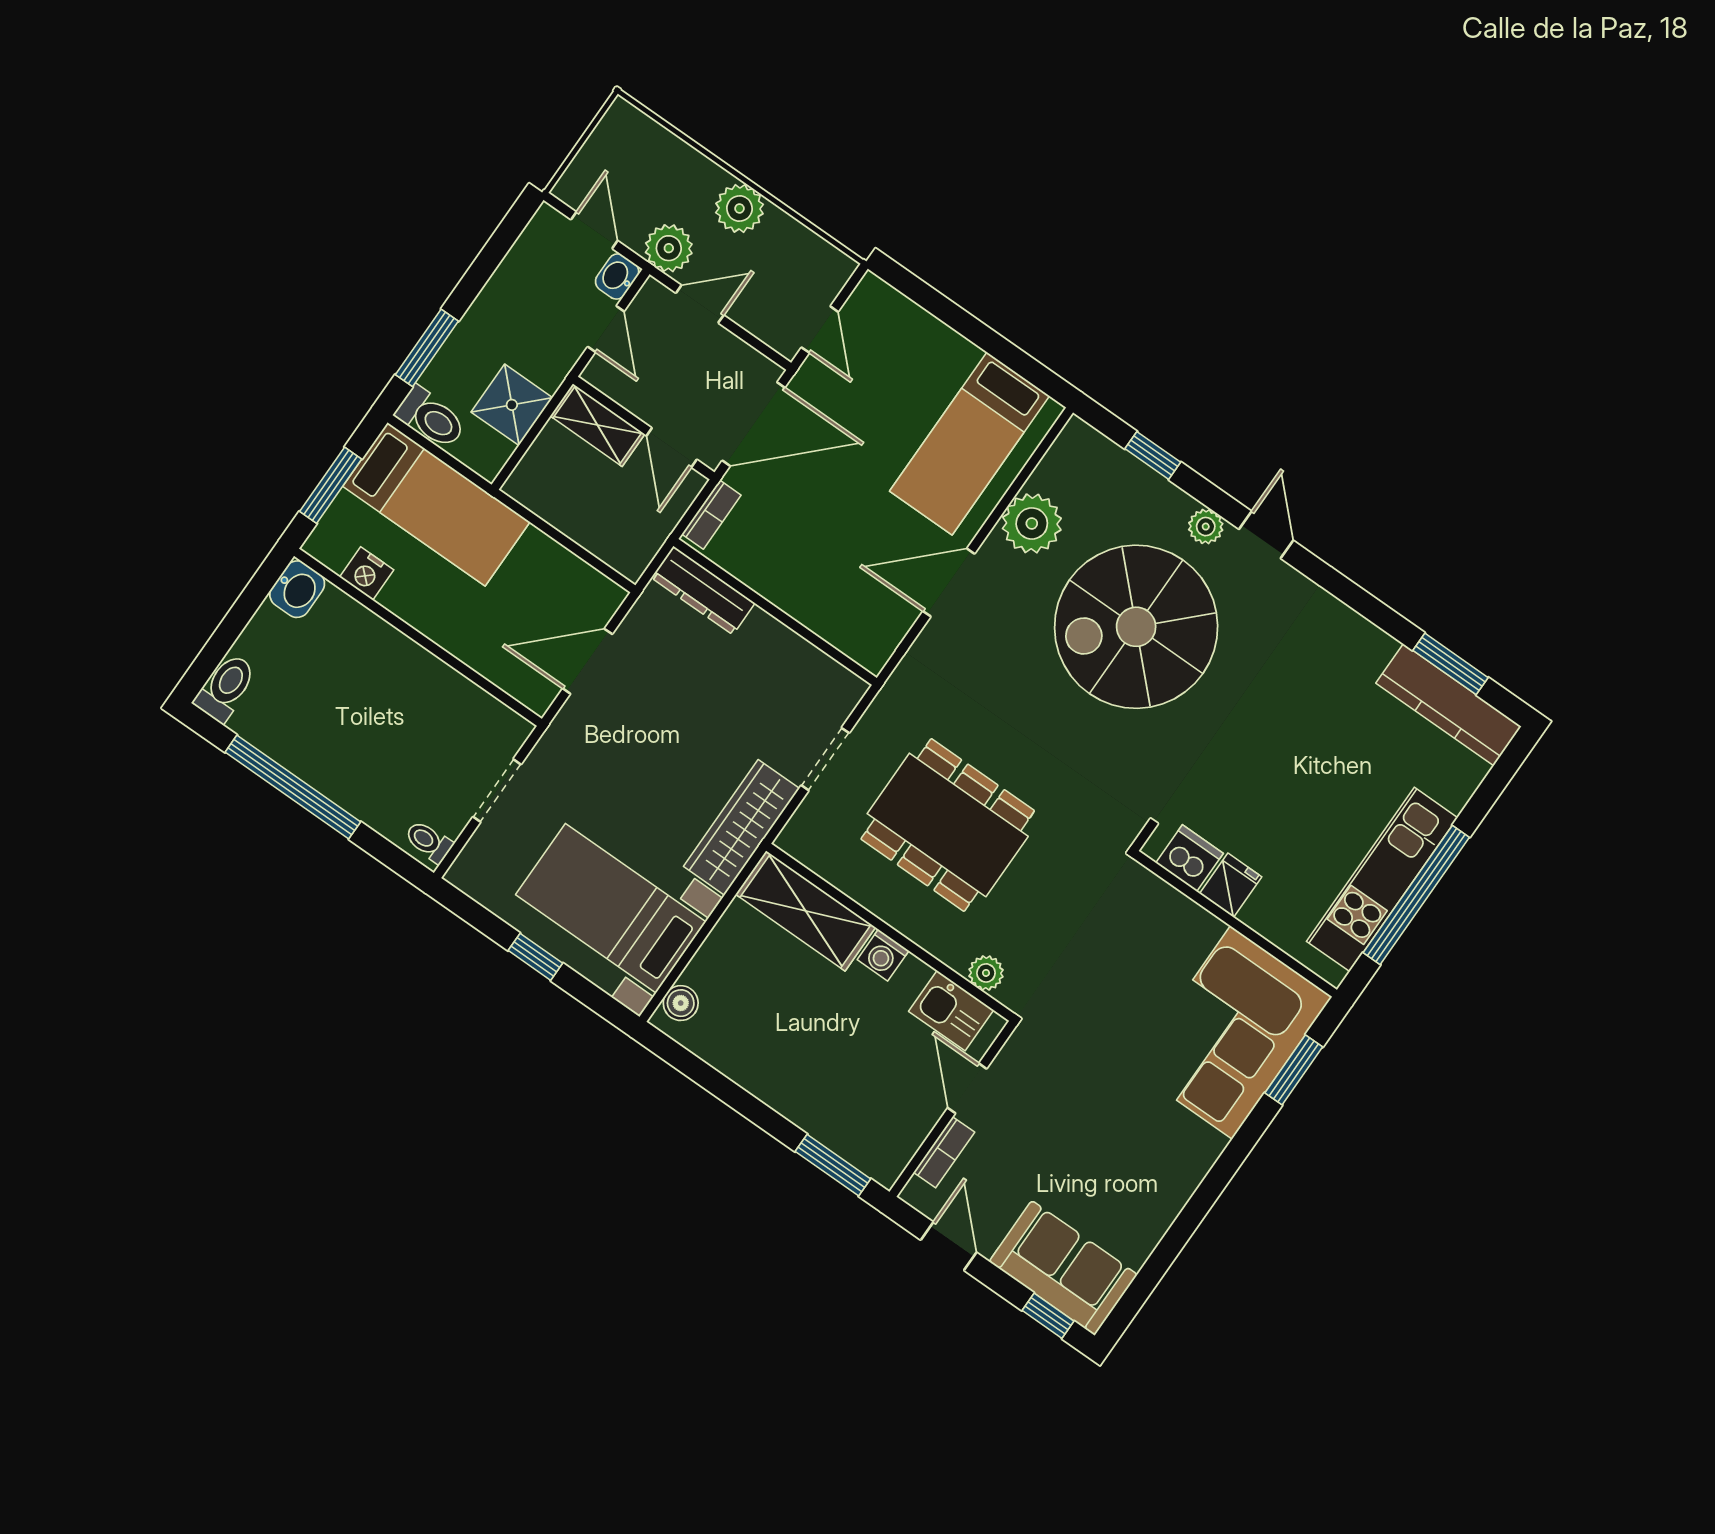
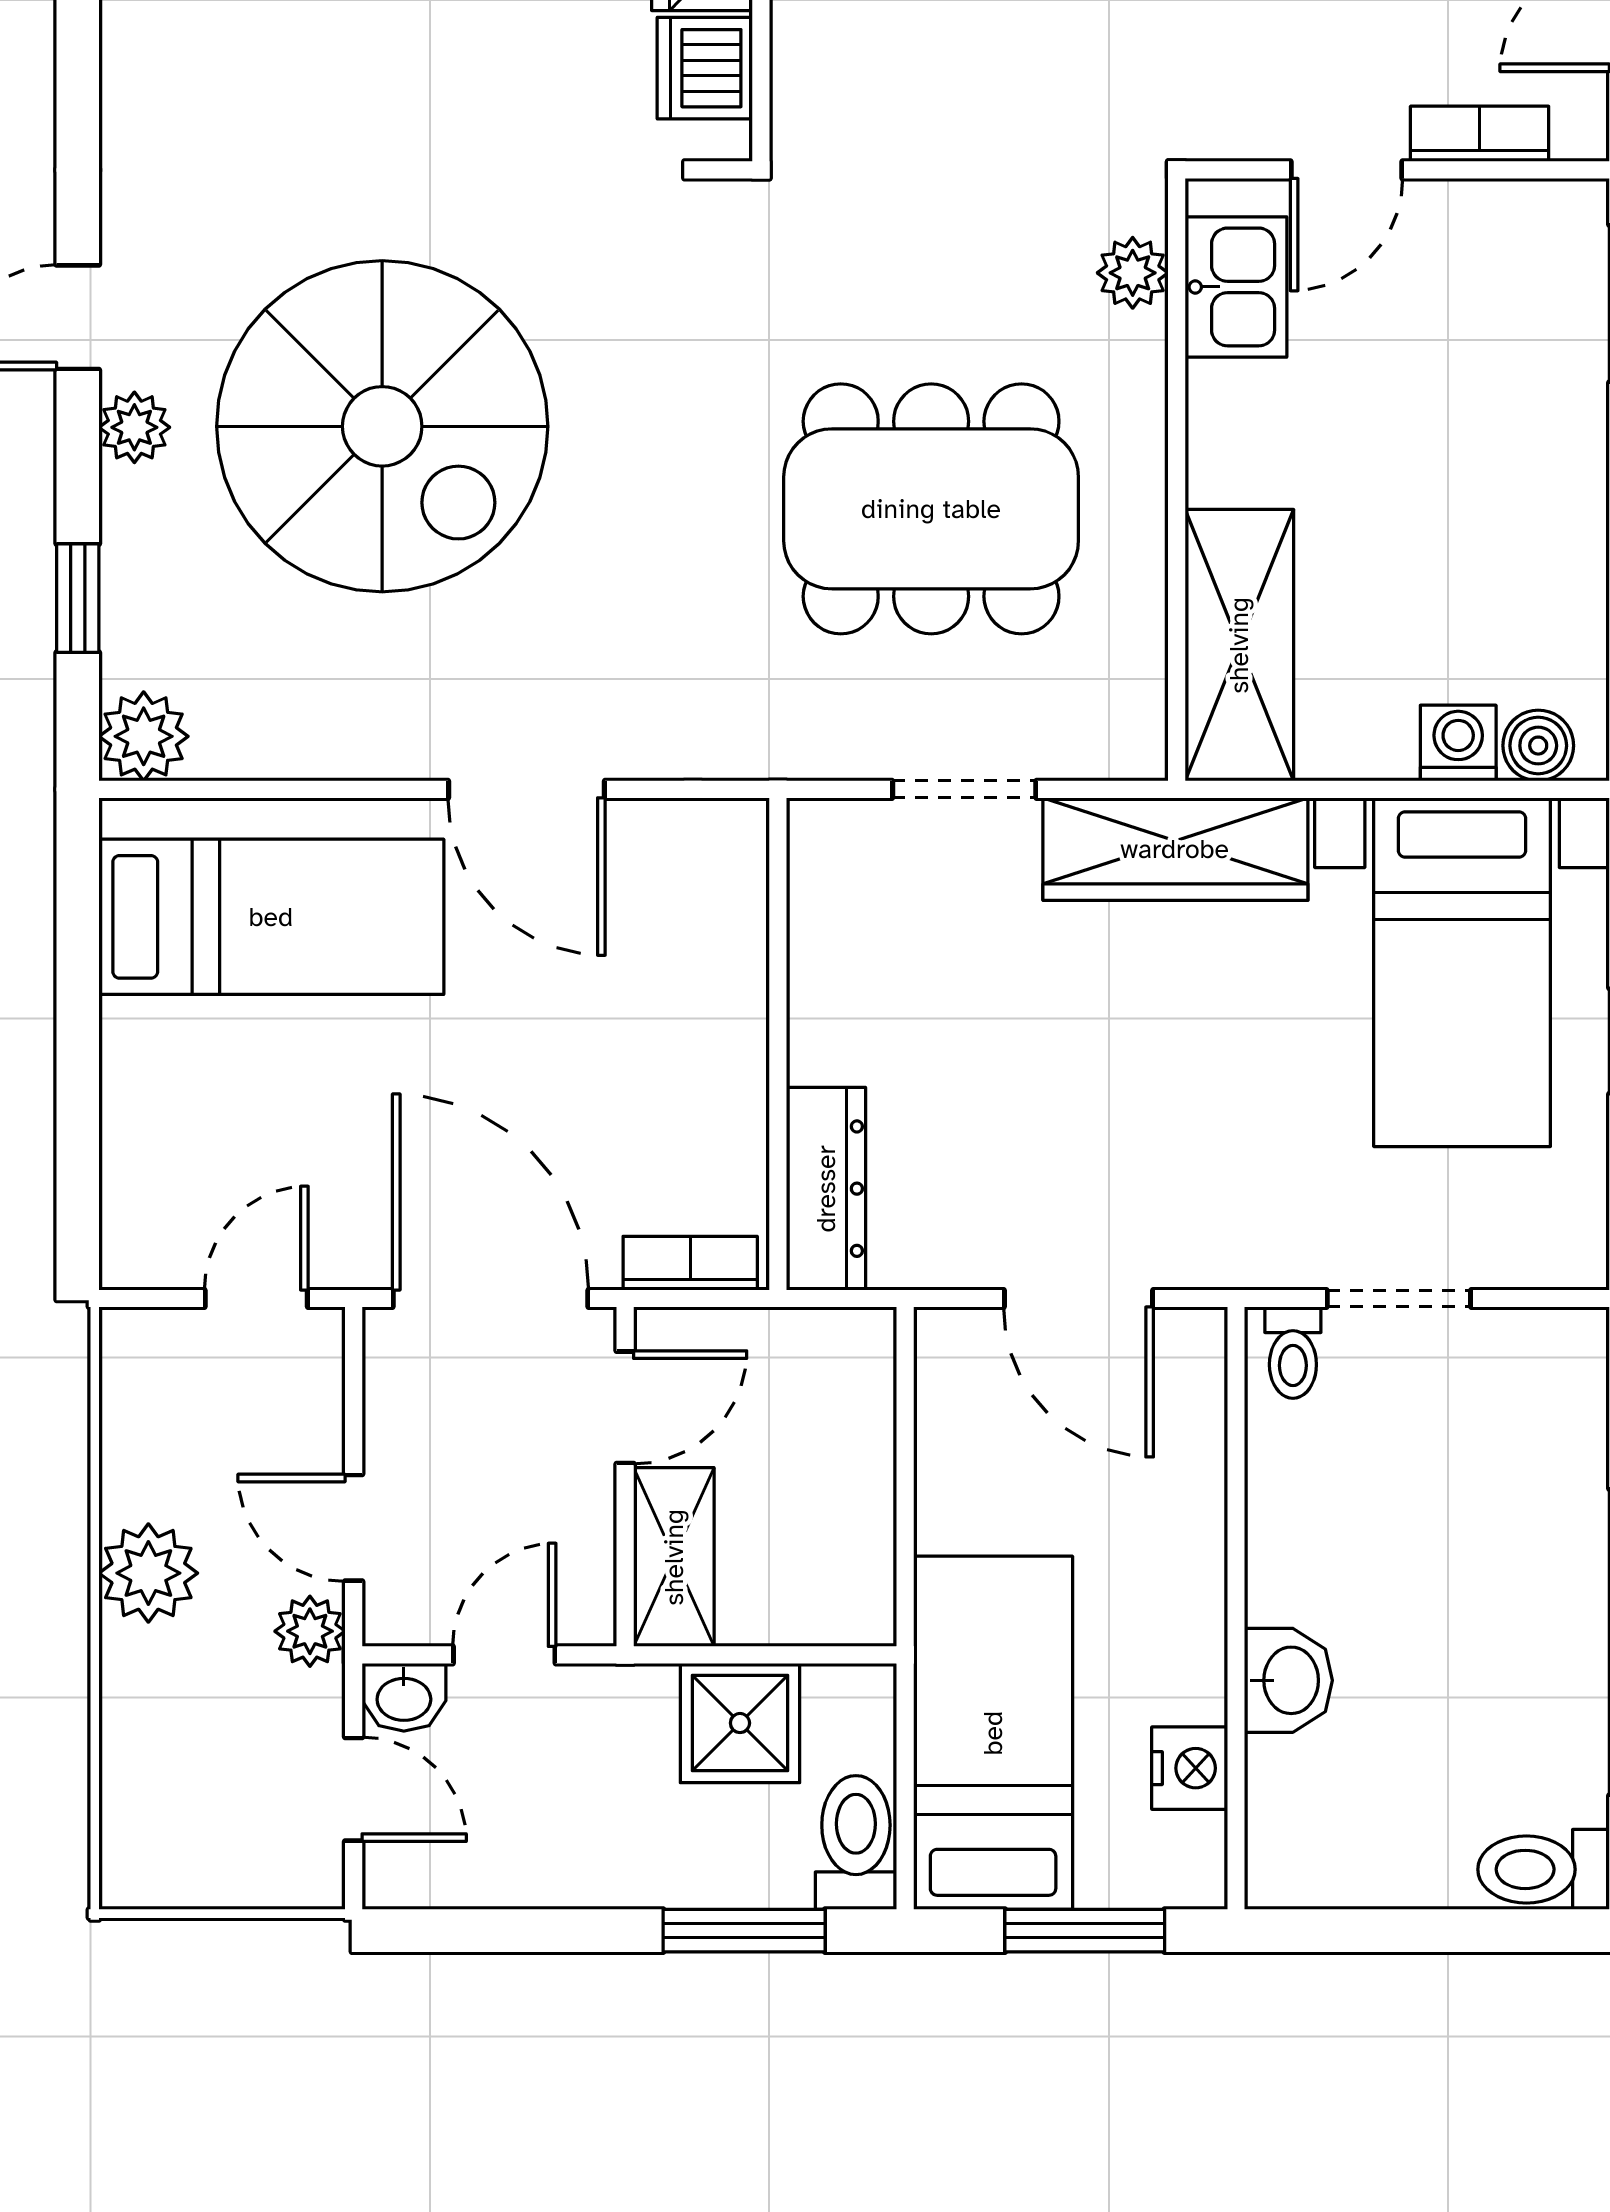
door: (594, 230) -> (354, 1789), swing flipped
plant: (669, 248) -> (310, 1631), width x0.73, depth x0.73
plant: (1032, 523) -> (144, 736), moved, width x0.73, depth x0.73
washbasin: (297, 589) -> (1288, 1680), moved, turned 90
dining table: (948, 825) -> (931, 509), turned 90
toilet: (429, 842) -> (1293, 1353), moved
washing machine: (883, 955) -> (1458, 743), moved, turned -90

